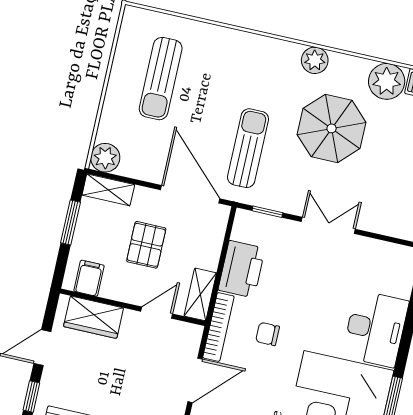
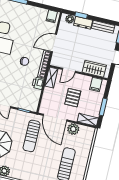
plant: (105, 158) -> (73, 129), moved
printer: (242, 269) -> (38, 83), width x0.53, depth x0.68

